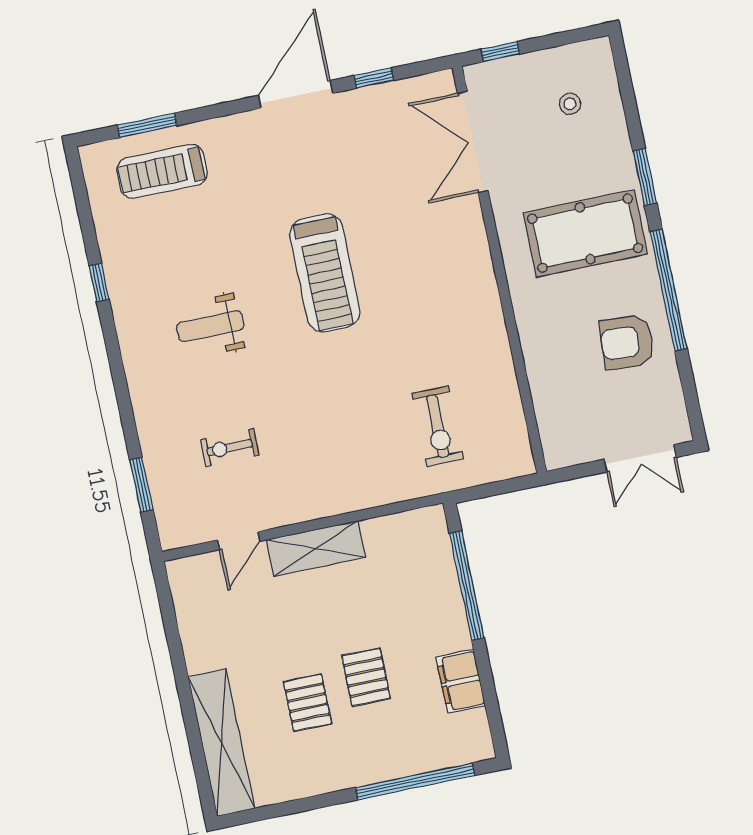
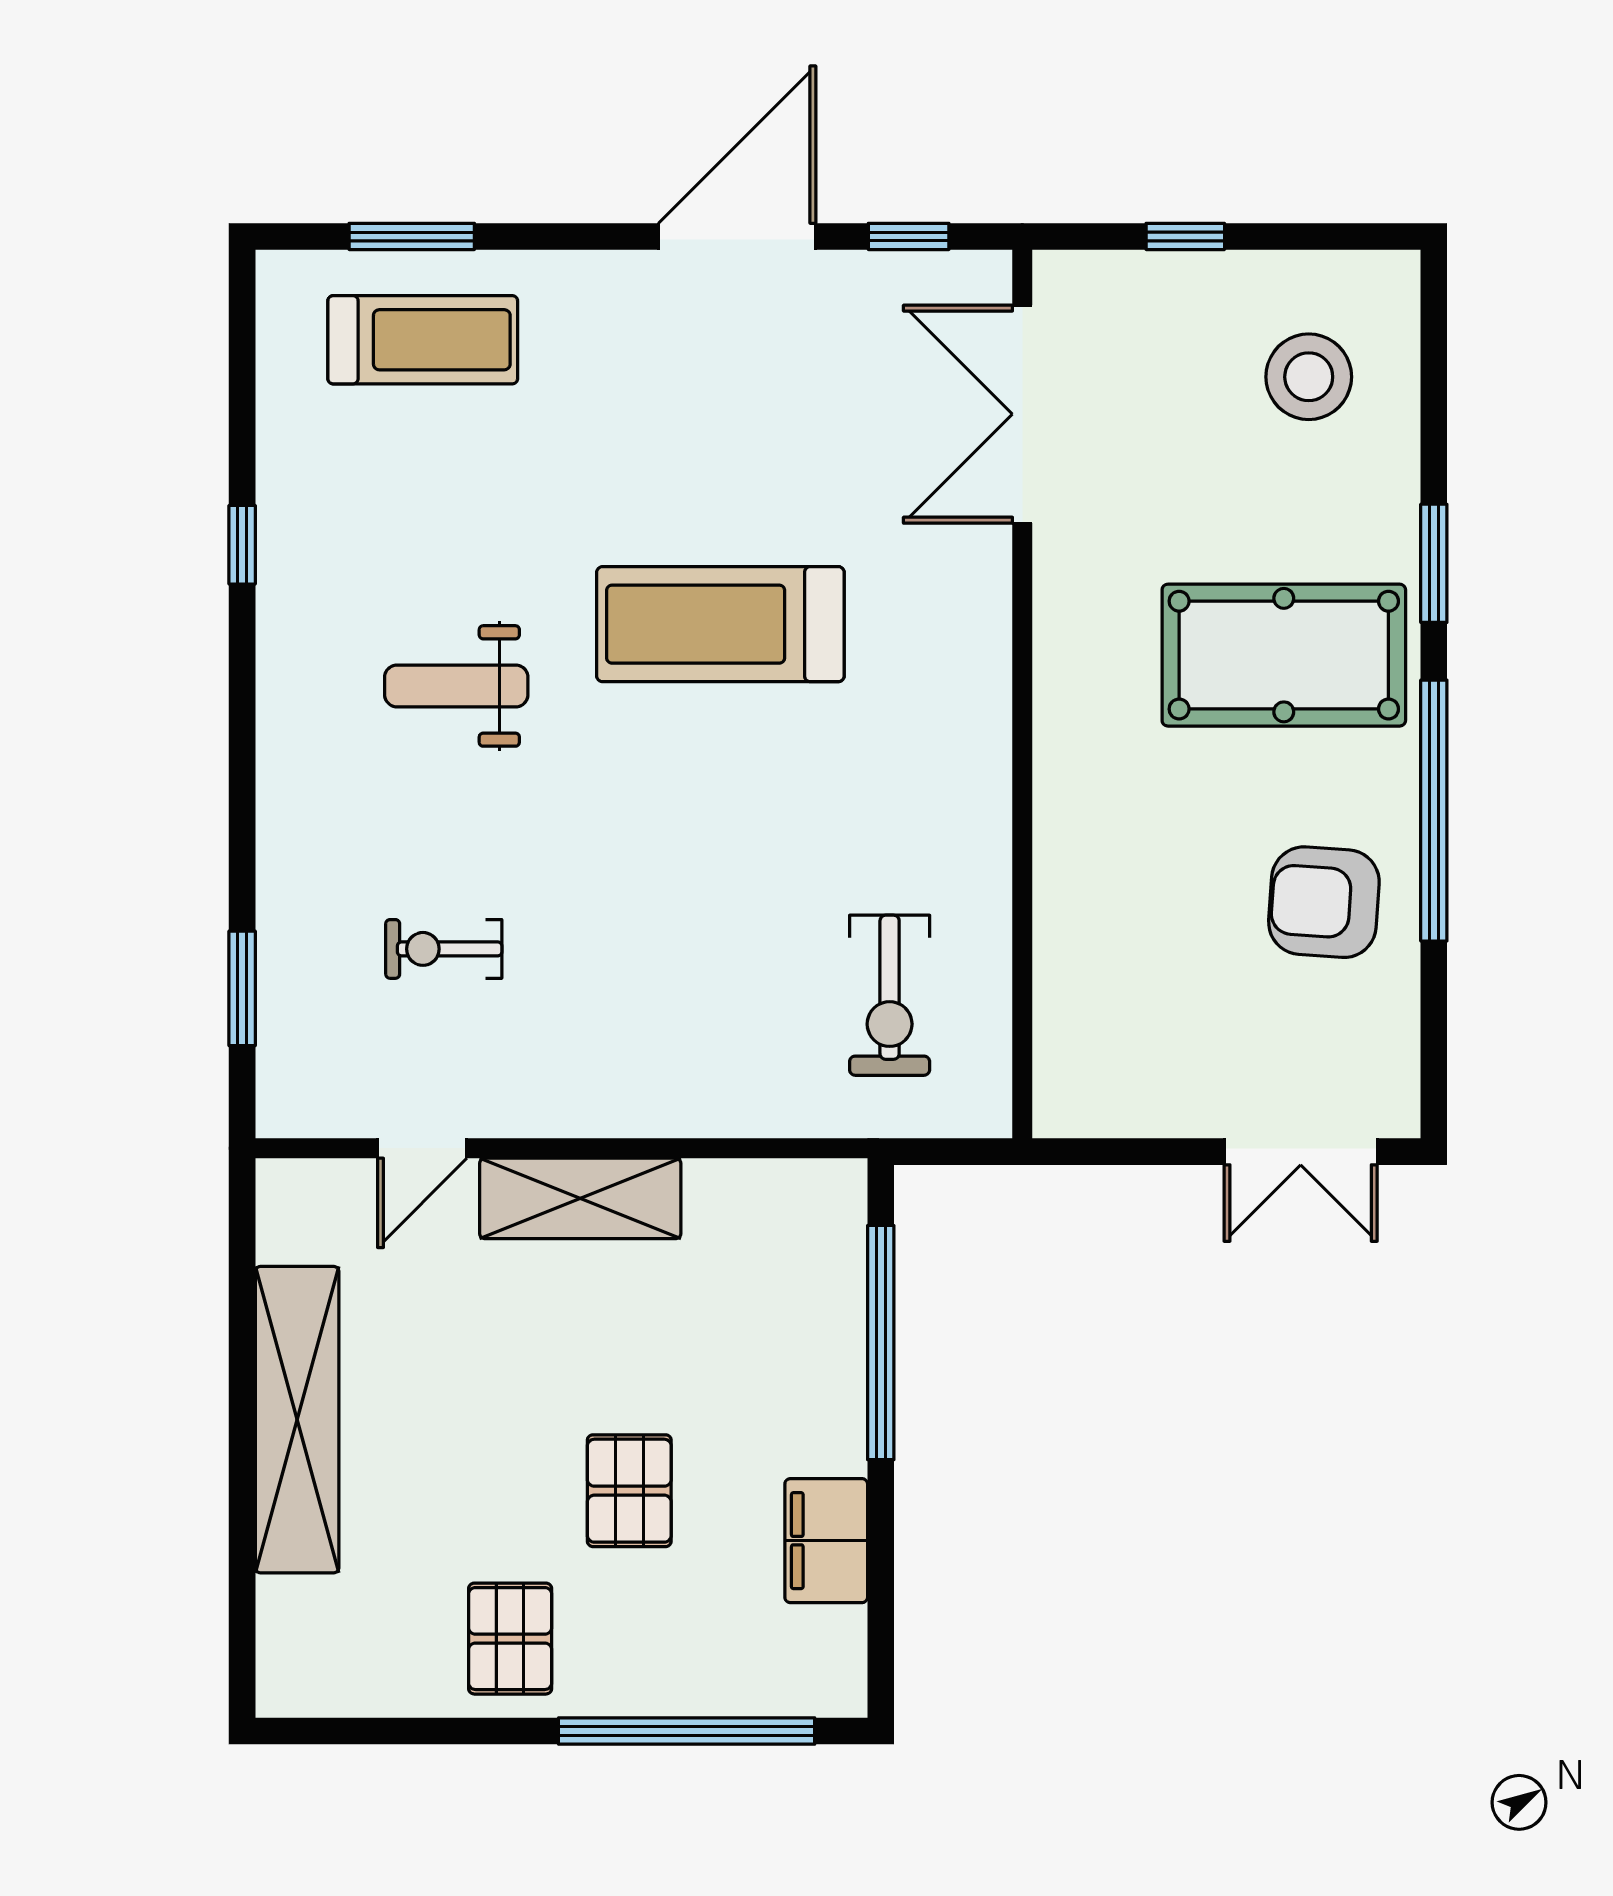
stool: (570, 104) -> (1309, 377), width x1.89, depth x1.89
double door: (473, 142) -> (1022, 414), moved
treadmill: (162, 171) -> (423, 340), turned 180
wall: (500, 270) -> (1022, 694), moved
treadmill: (325, 273) -> (720, 624), turned 90
pallet: (308, 703) -> (510, 1639), moved
shelving: (221, 743) -> (297, 1420), moved

